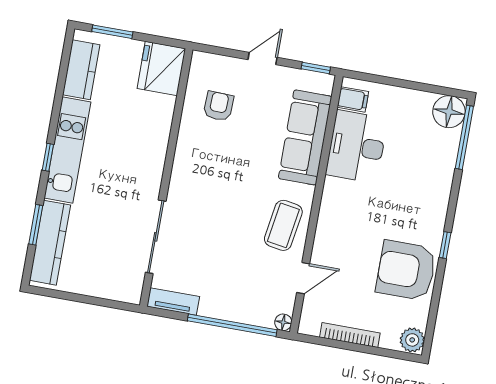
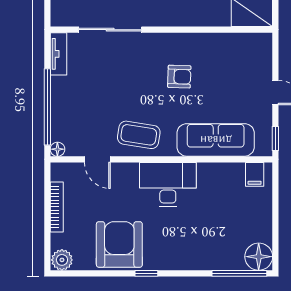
armchair: (219, 106) -> (179, 77), moved
desk: (357, 147) -> (168, 185), moved

